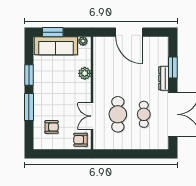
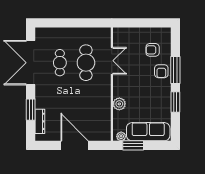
window: (53, 32) -> (133, 145), moved
dresser: (164, 78) -> (40, 121), moved
armchair: (81, 140) -> (161, 71), moved, turned 90

